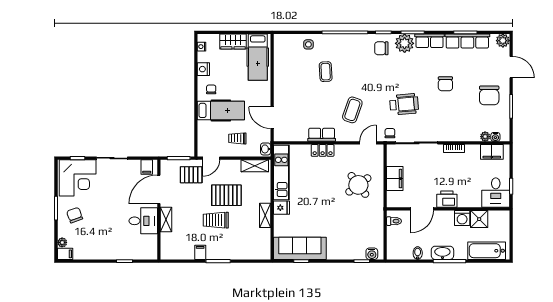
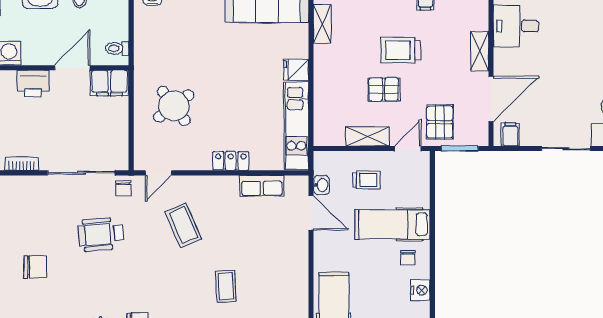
chair: (445, 84) -> (35, 267), turned 90
coffee table: (352, 110) -> (183, 225), turned -43
row of seats: (322, 135) -> (262, 186), moved
washbasin: (266, 149) -> (321, 185), moved
shelving: (255, 166) -> (368, 136), moved
pallet: (191, 175) -> (440, 122), turned 90
filing cabinet: (395, 179) -> (109, 83), moved, turned -90
pallet: (226, 195) -> (384, 89), width x0.67, depth x0.71
shelving: (265, 215) -> (322, 24), moved
trolley: (216, 220) -> (401, 50), turned 180
desk: (143, 221) -> (516, 26), moved

